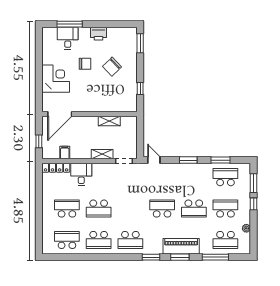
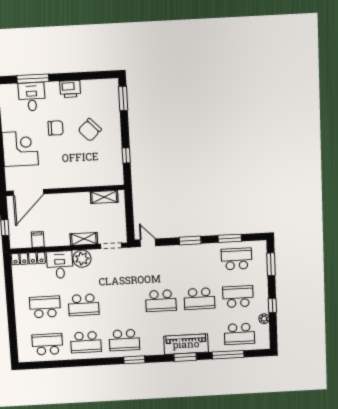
shelving: (109, 121) -> (104, 197), moved
plant: (100, 170) -> (82, 259), added
window: (254, 204) -> (272, 305), moved
school desk: (162, 209) -> (161, 301), turned 180
window: (151, 257) -> (134, 360), moved

